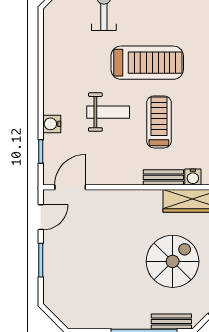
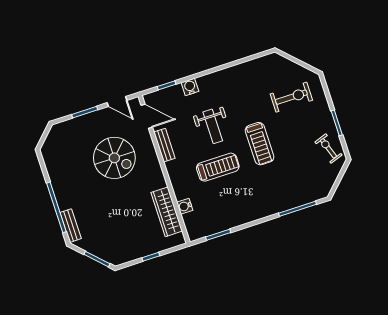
treadmill: (147, 63) -> (260, 144), width x0.73, depth x0.73
bench: (163, 177) -> (164, 145), moved
spiral stairs: (173, 261) -> (114, 158), moved

